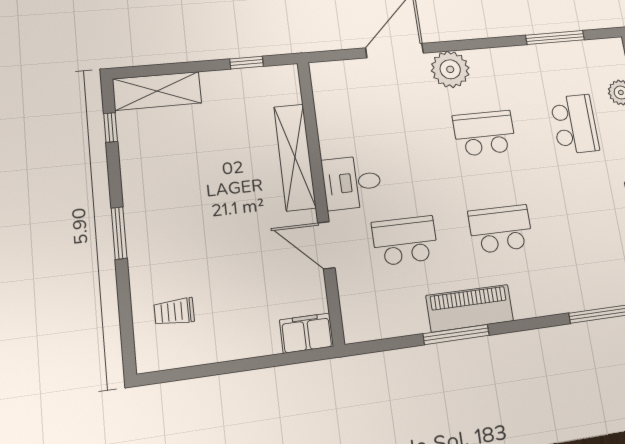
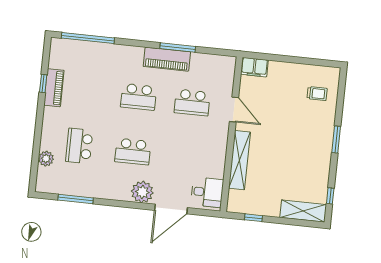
desk: (352, 183) -> (207, 192), moved

